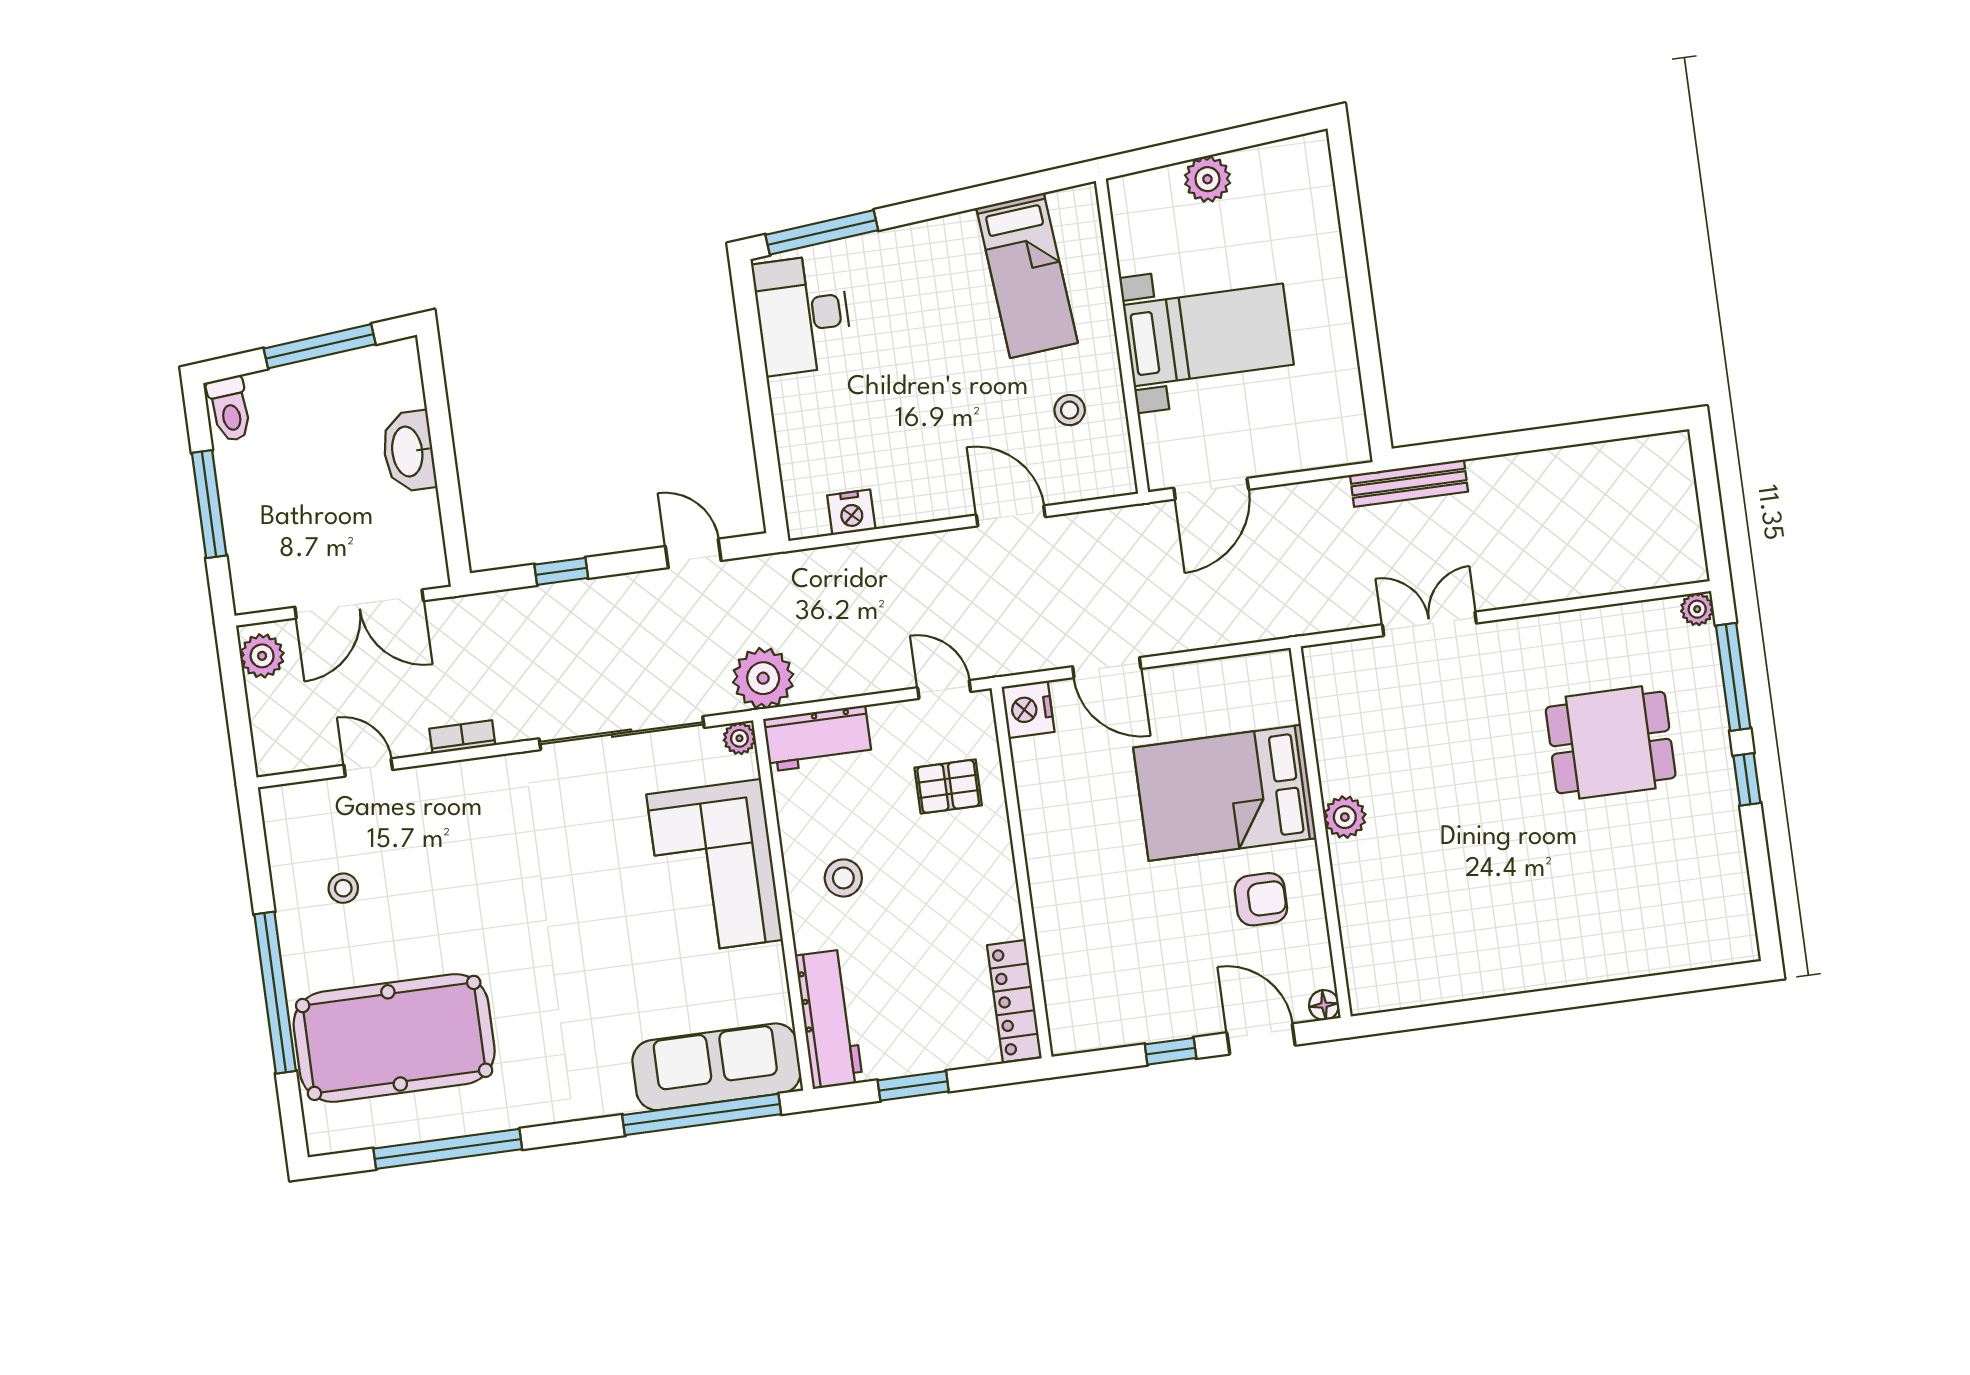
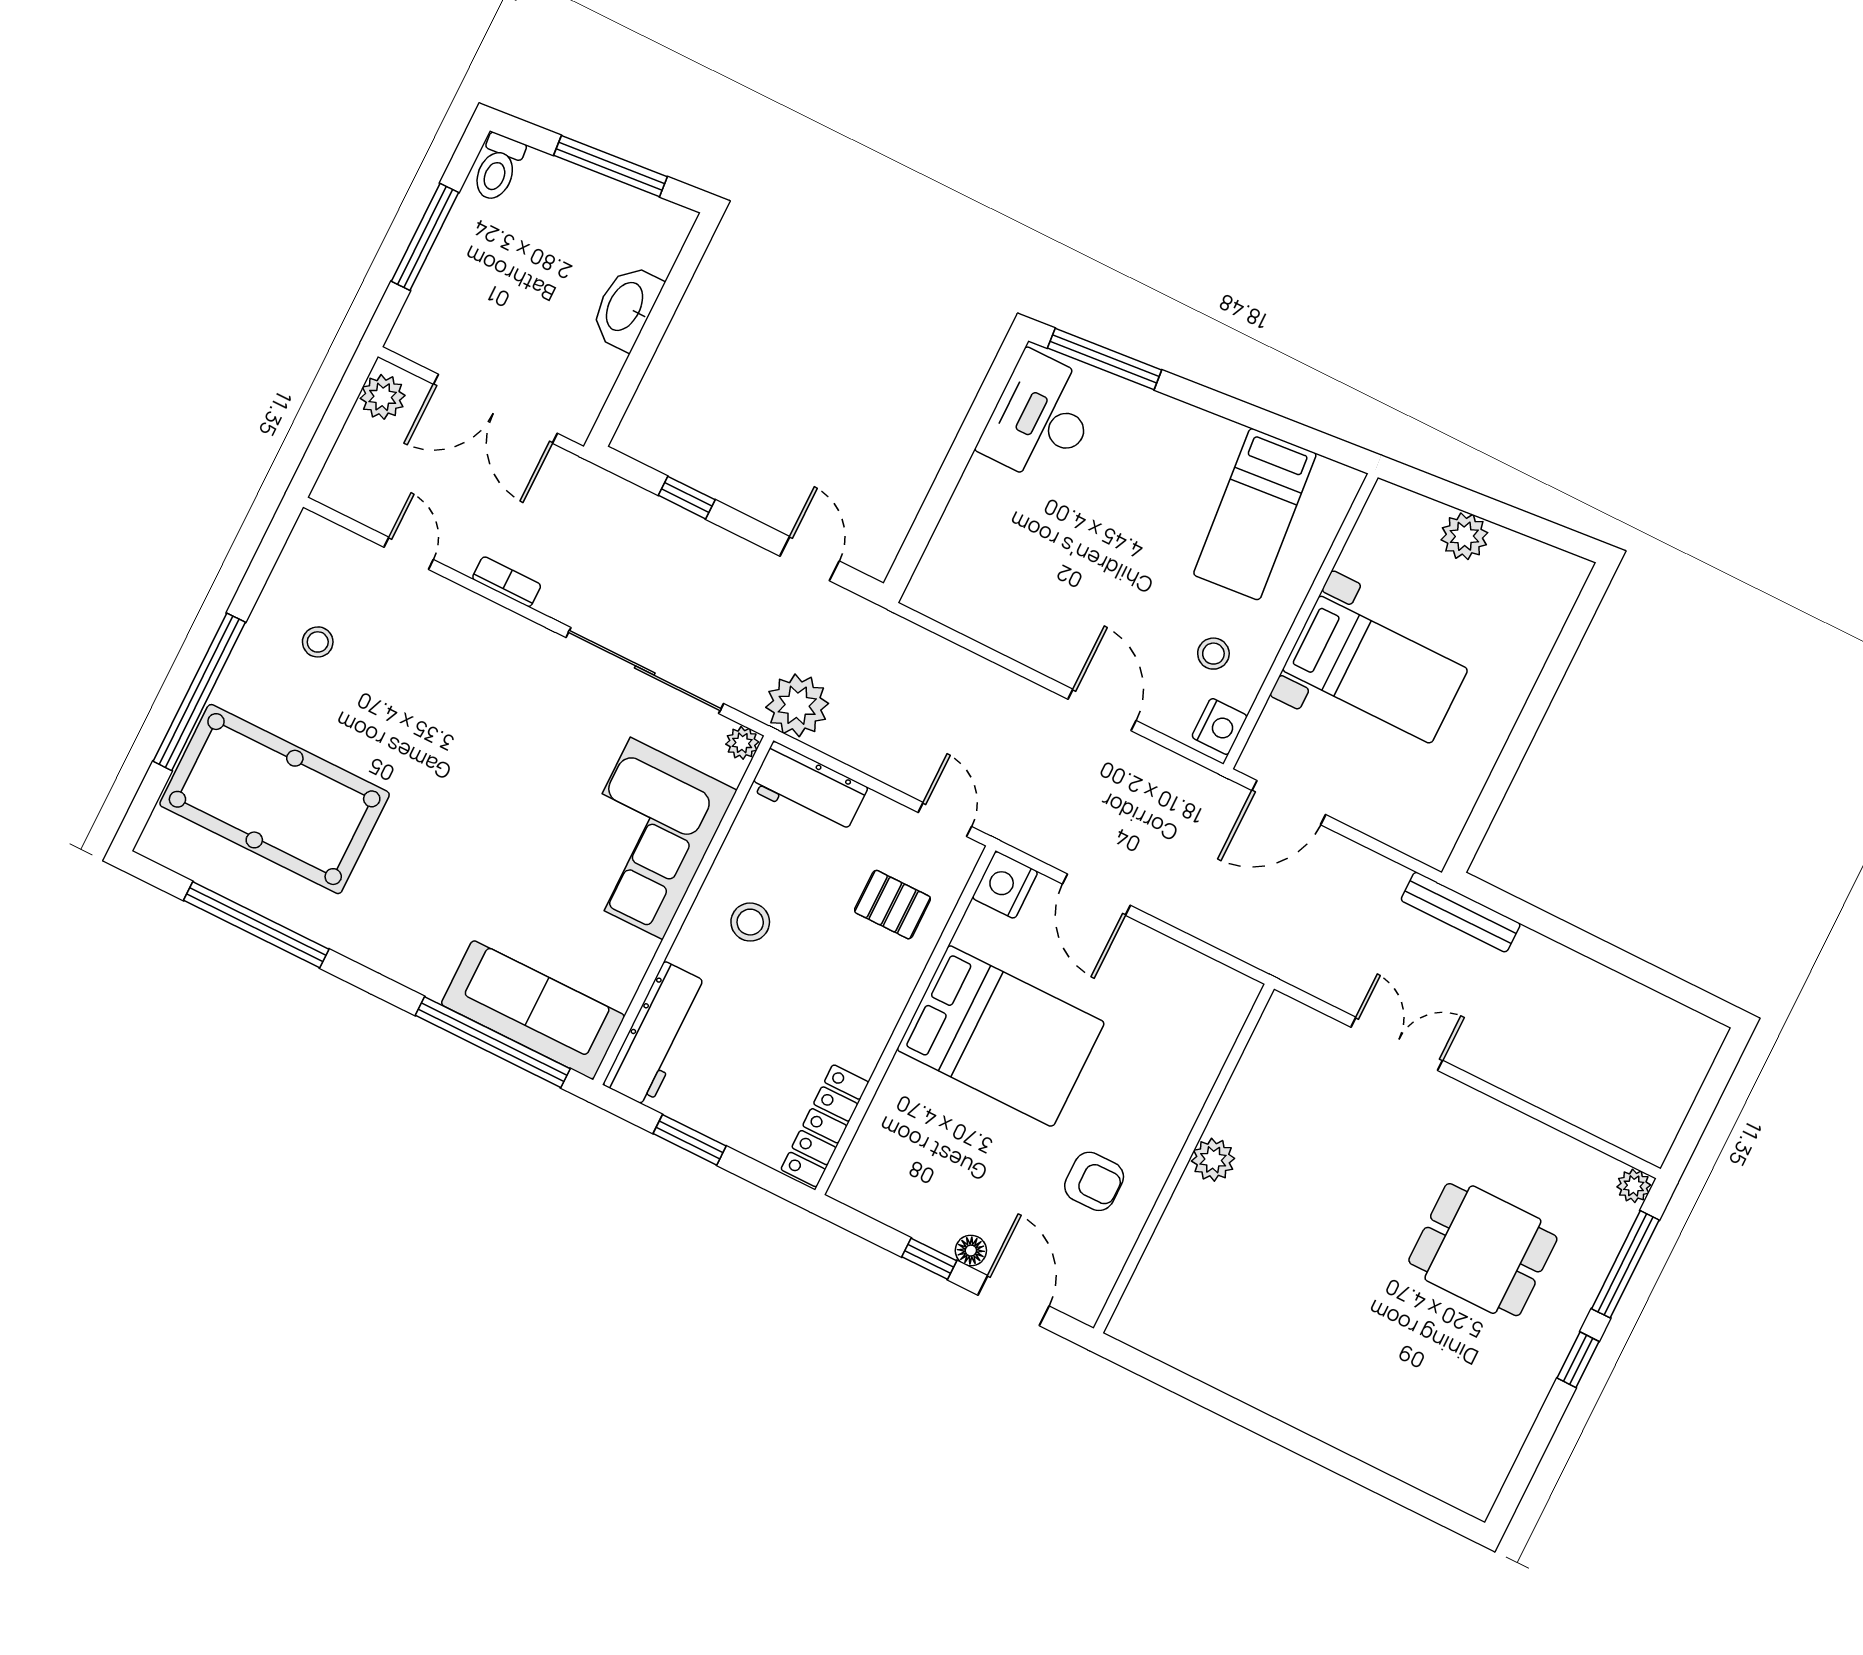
nightstand: (851, 512) -> (1220, 727), moved, turned -90
bed: (1225, 793) -> (1001, 1036), moved, turned 180
floor lamp: (1324, 1005) -> (971, 1251), moved

